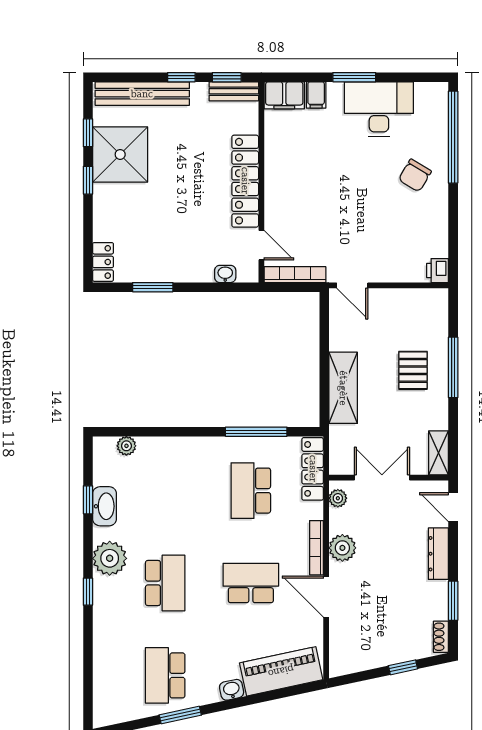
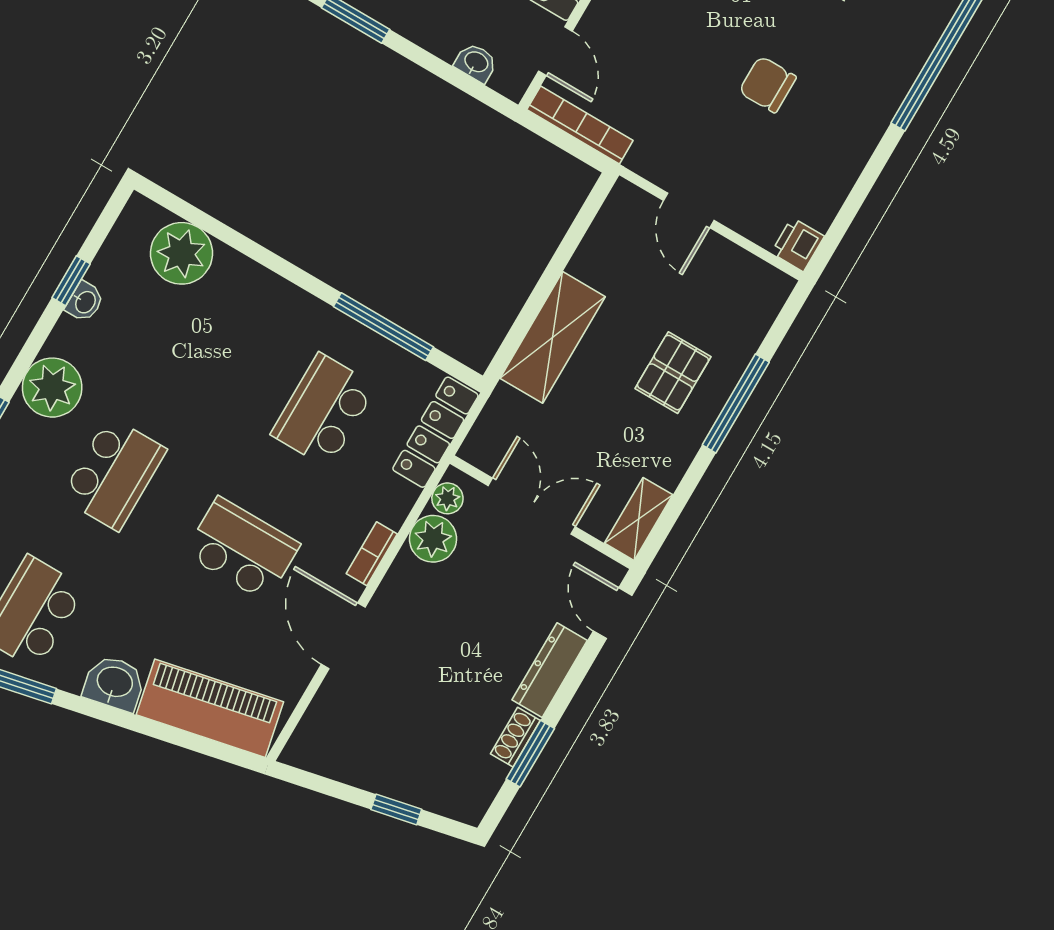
chair: (415, 175) -> (768, 84), moved, turned 59
door: (352, 285) -> (689, 210), moved
plant: (126, 446) -> (181, 253), width x1.88, depth x1.88
washbasin: (105, 506) -> (85, 302), width x0.52, depth x0.69
bookcase: (316, 548) -> (372, 554), width x0.64
plant: (342, 548) -> (433, 539), moved
shoe rack: (441, 637) -> (515, 737), moved
washbasin: (232, 690) -> (114, 683), width x1.38, depth x1.45

